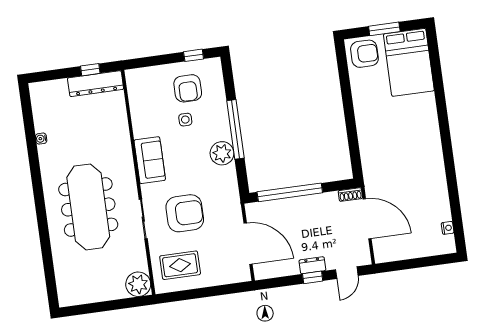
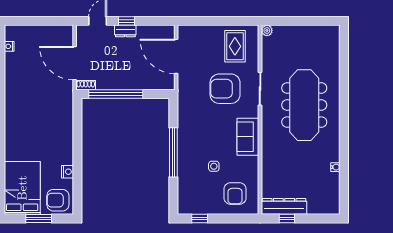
armchair: (188, 88) -> (235, 193), moved, turned 180
nightstand: (358, 89) -> (67, 172), added
plant: (222, 153) -> (187, 134), removed
window: (290, 192) -> (116, 94), moved
rug: (180, 265) -> (235, 46), turned 90
plant: (138, 284) -> (267, 30), width x0.53, depth x0.53

